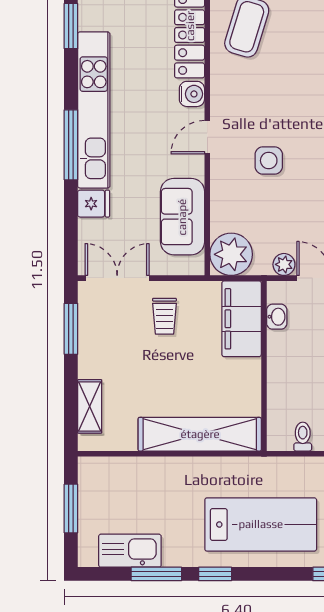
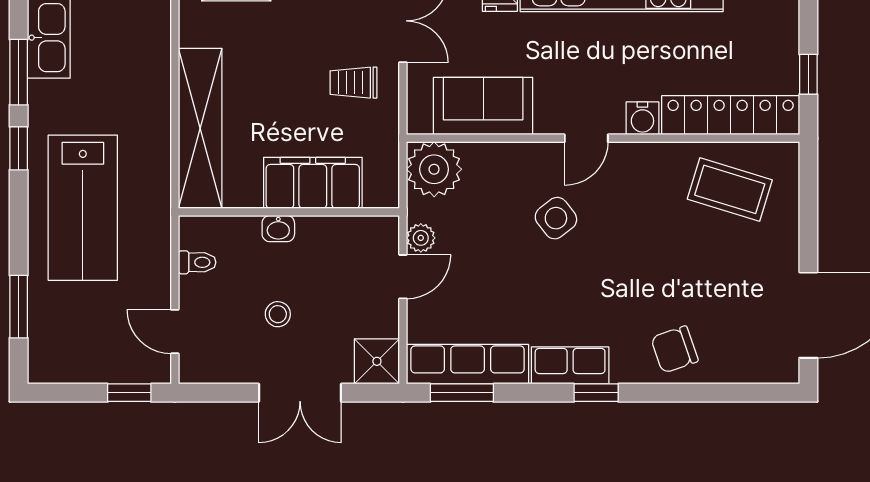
door: (207, 137) -> (586, 138), swing flipped
side table: (269, 161) -> (556, 218), turned -38
washbasin: (277, 317) -> (278, 229), moved
filing cabinet: (242, 319) -> (313, 183), moved

